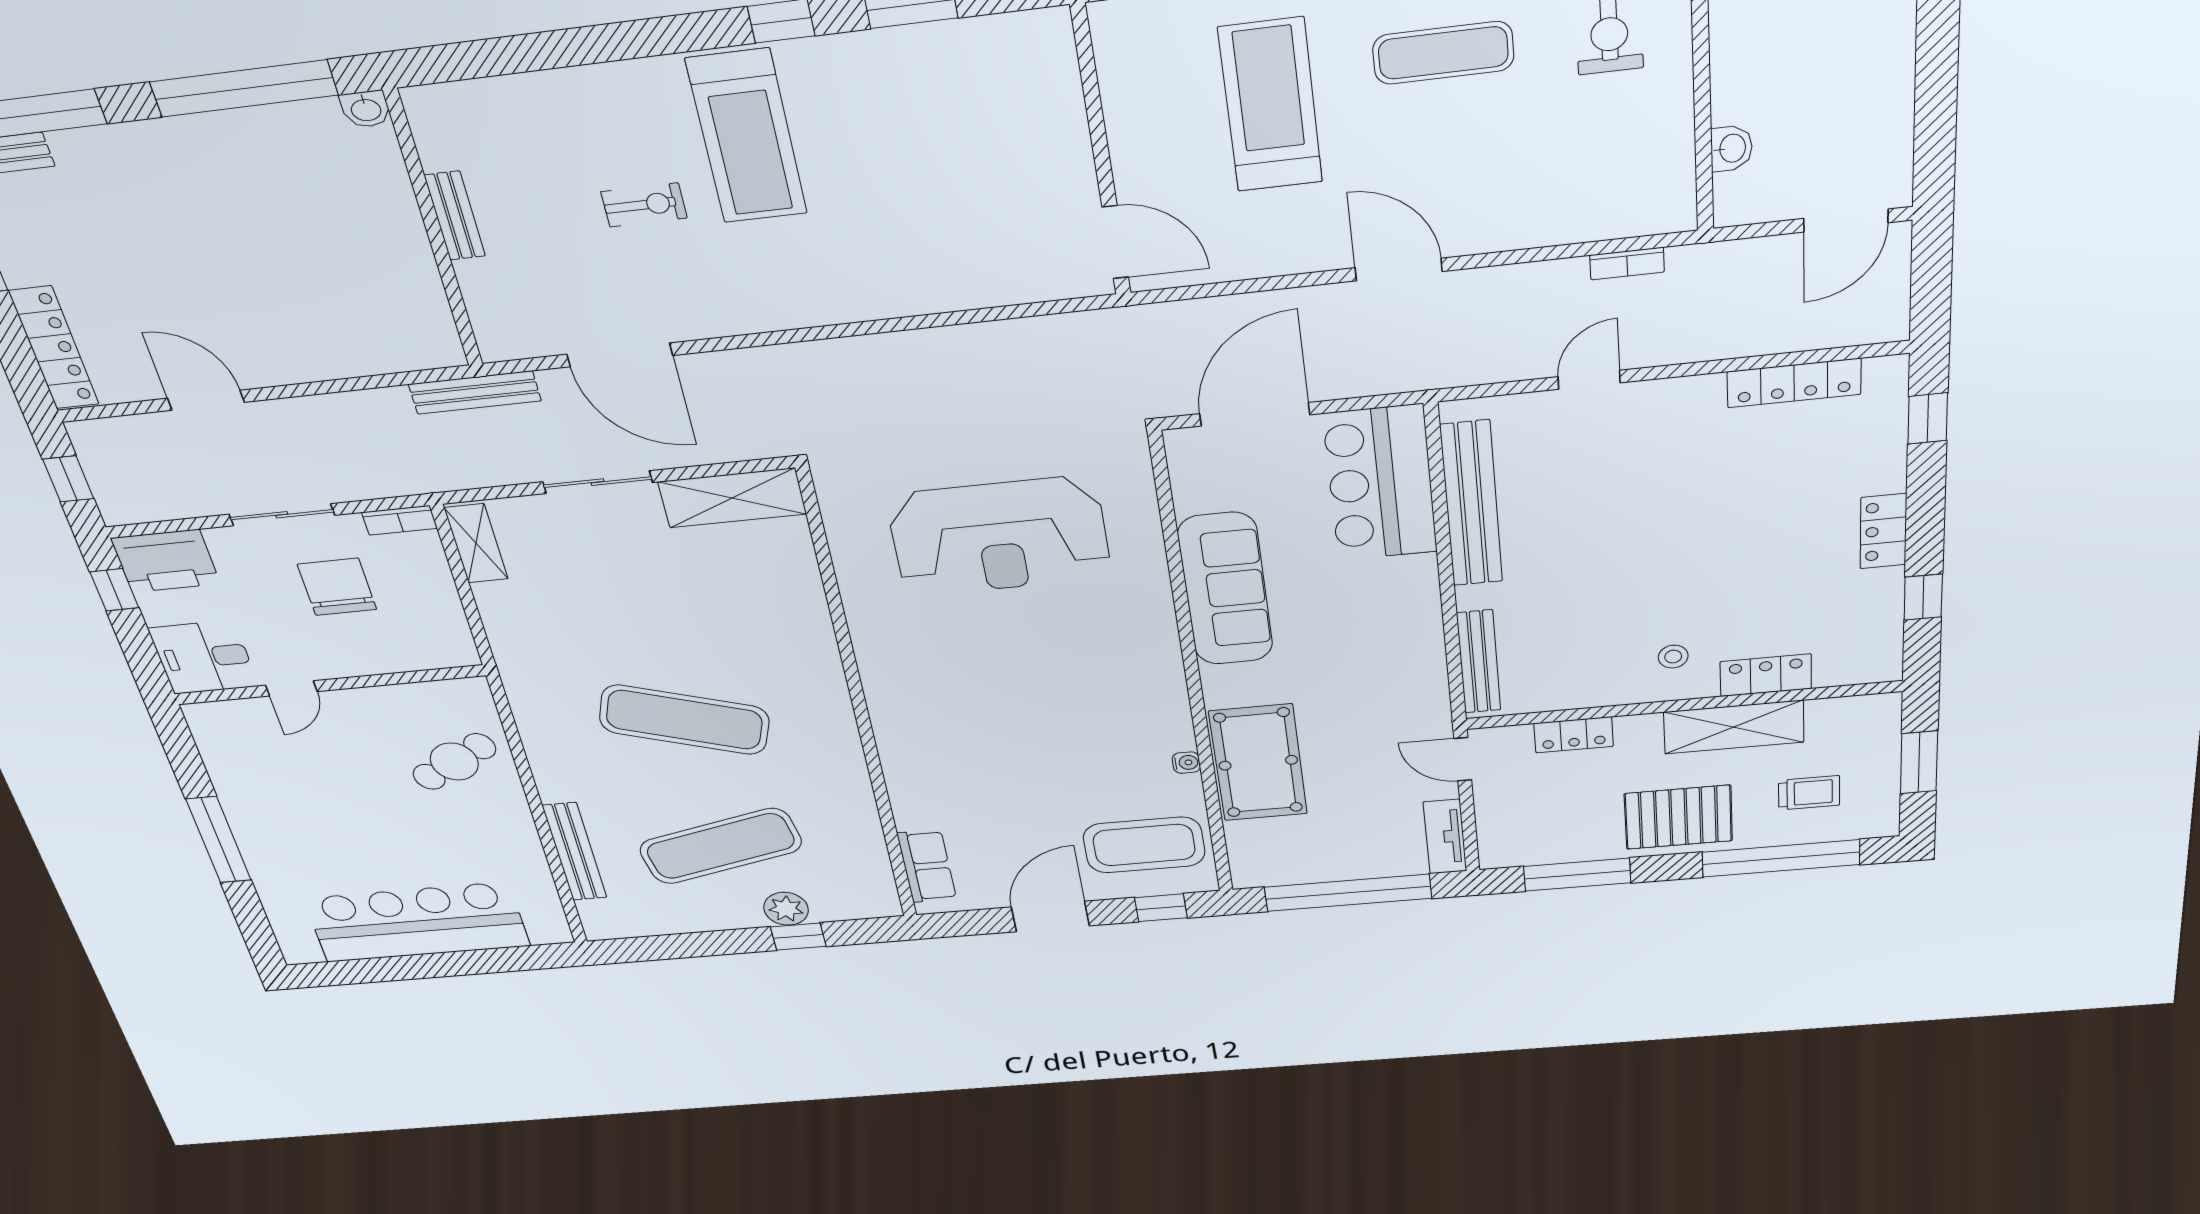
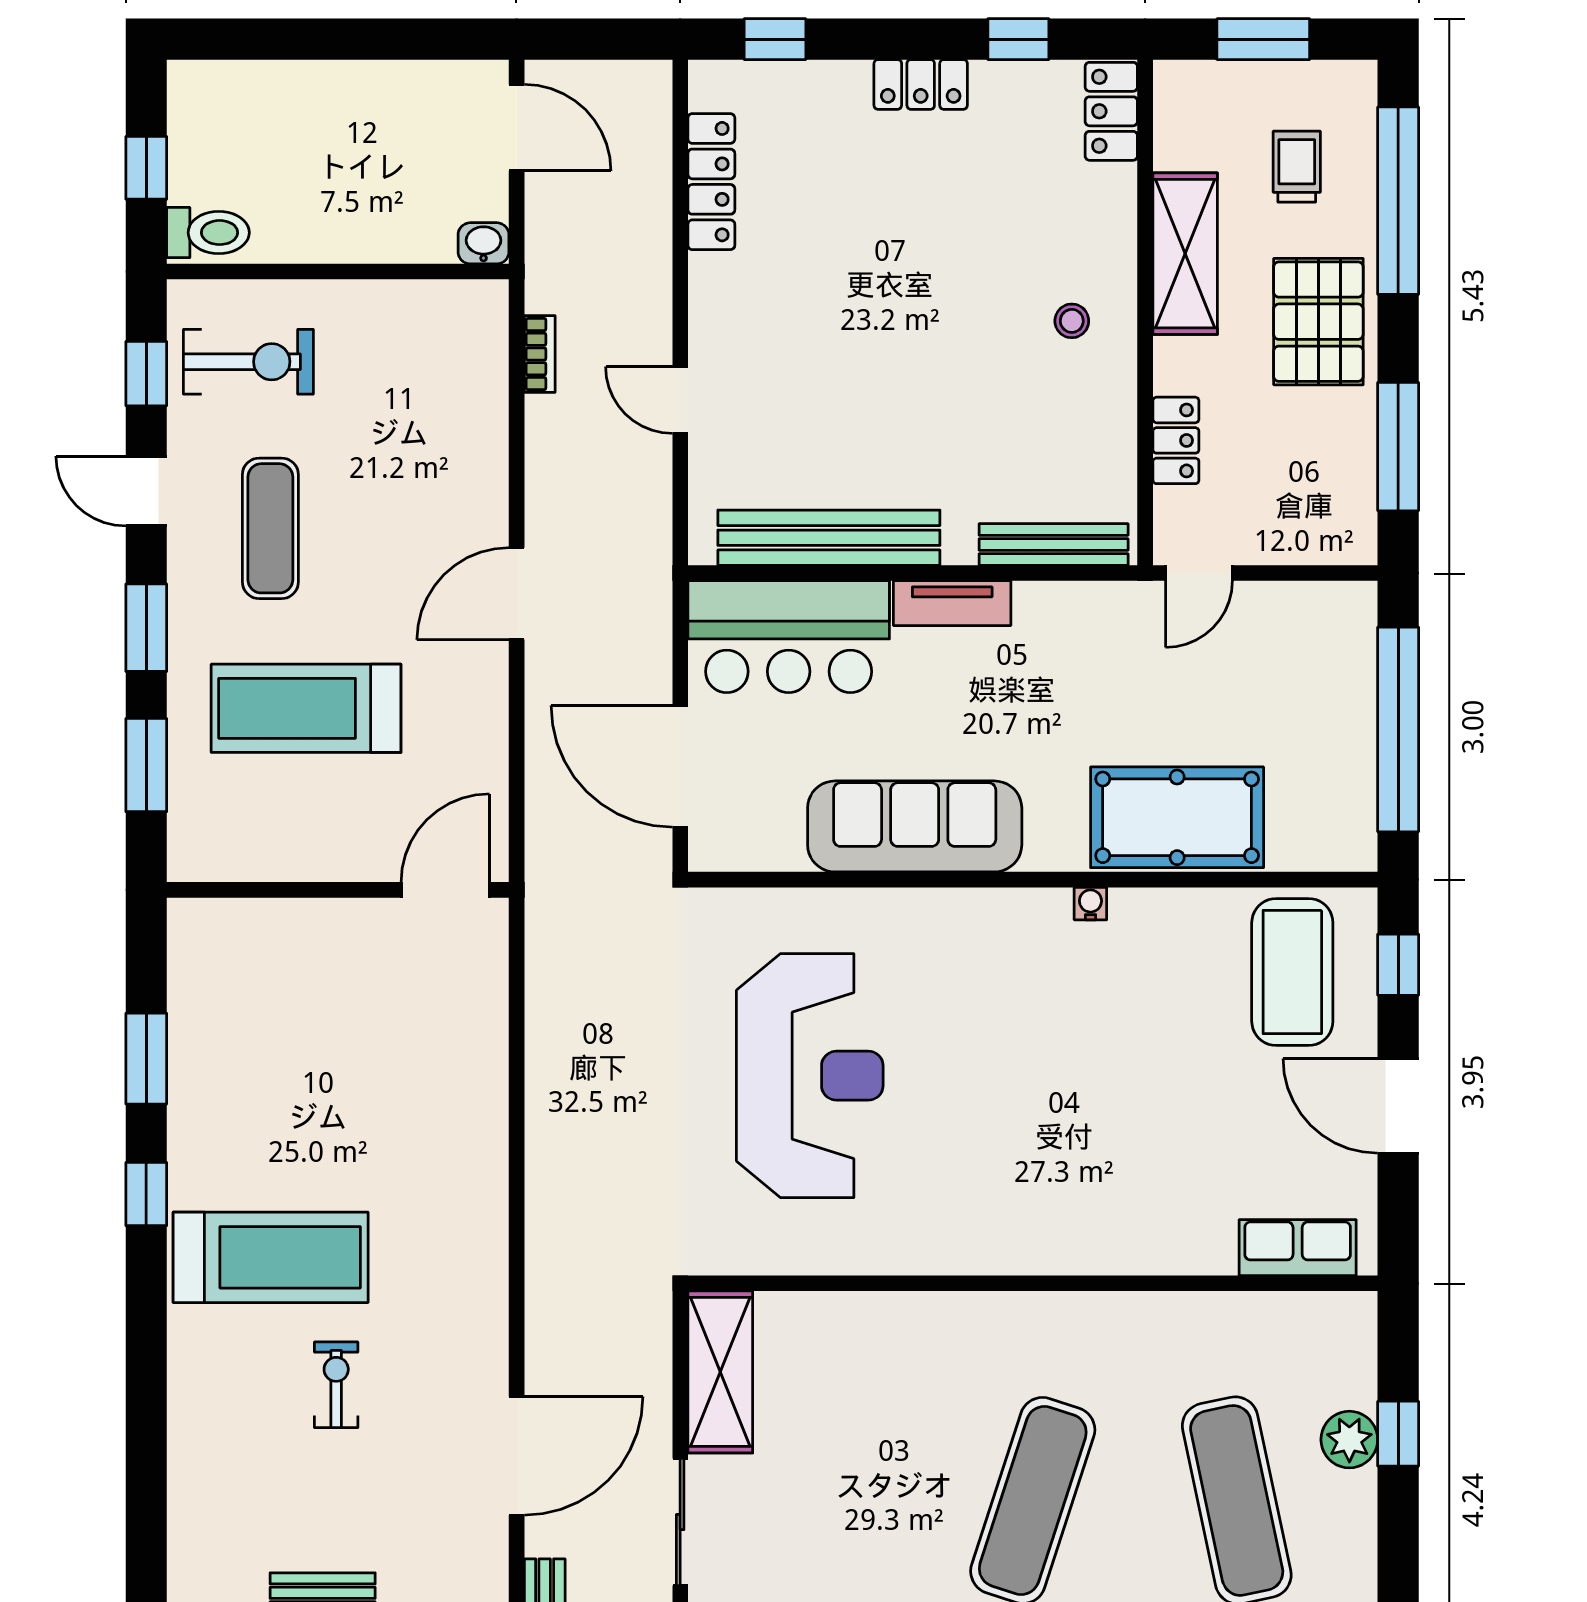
washbasin: (1731, 148) -> (484, 243), moved
locker: (1766, 675) -> (1111, 111), moved
water cooler: (1186, 763) -> (1090, 904), moved
tv unit: (1445, 837) -> (952, 603), moved

